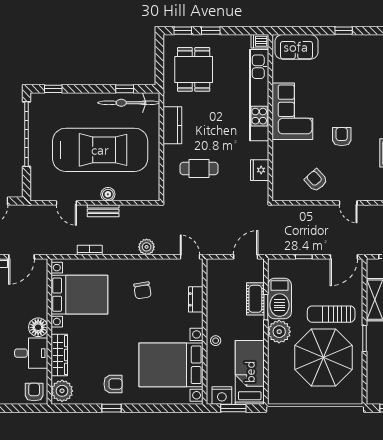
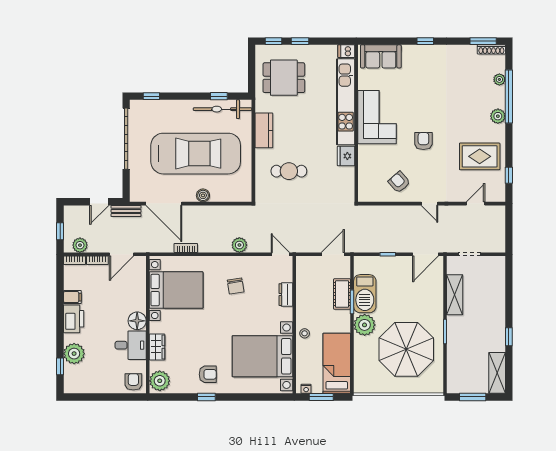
dining table: (194, 69) -> (284, 78), turned 90
fridge: (260, 170) -> (346, 156), moved
door: (66, 203) -> (164, 204), width x1.88
bench: (103, 211) -> (126, 211), moved
sun lounger: (331, 314) -> (413, 308), removed
wardrobe: (59, 355) -> (157, 347), width x0.67
nightstand: (222, 395) -> (306, 389), width x0.53, depth x0.56

